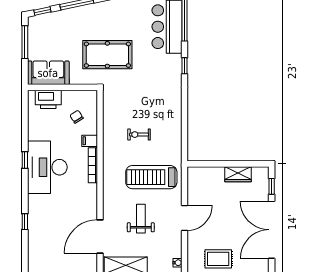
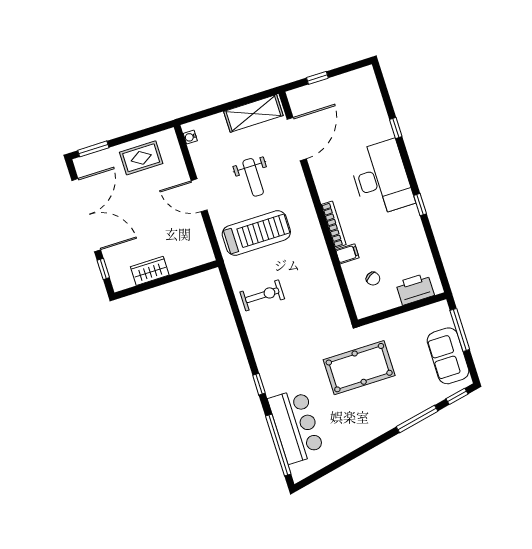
window: (25, 42) -> (460, 330), moved
sofa: (48, 73) -> (448, 356), moved, turned 90
exercise bike: (139, 135) -> (262, 295), moved, width x1.38, depth x1.39
desk: (47, 167) -> (381, 178), moved
door: (184, 218) -> (199, 195), hinge flipped

